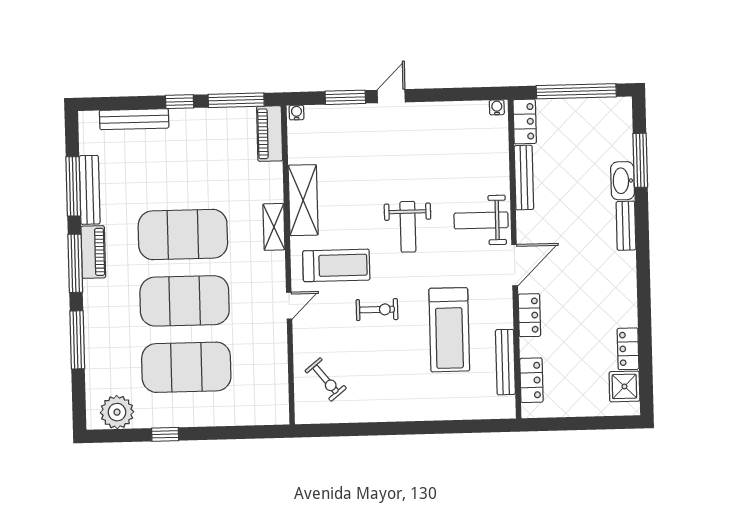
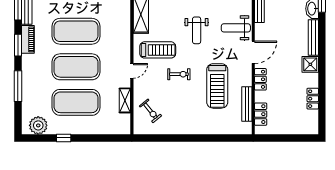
bench: (626, 226) -> (313, 38), width x1.36
shelving: (274, 227) -> (125, 100), moved
window: (75, 263) -> (18, 45), width x0.69
shower: (624, 386) -> (310, 64), moved

